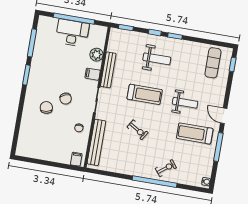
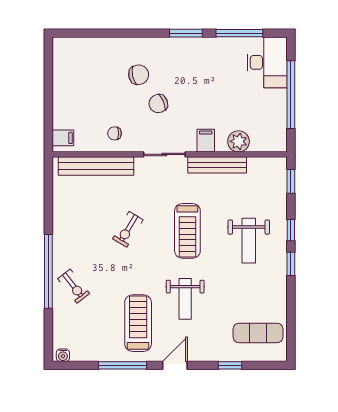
desk: (72, 33) -> (267, 62), moved
window: (233, 65) -> (230, 365), moved

